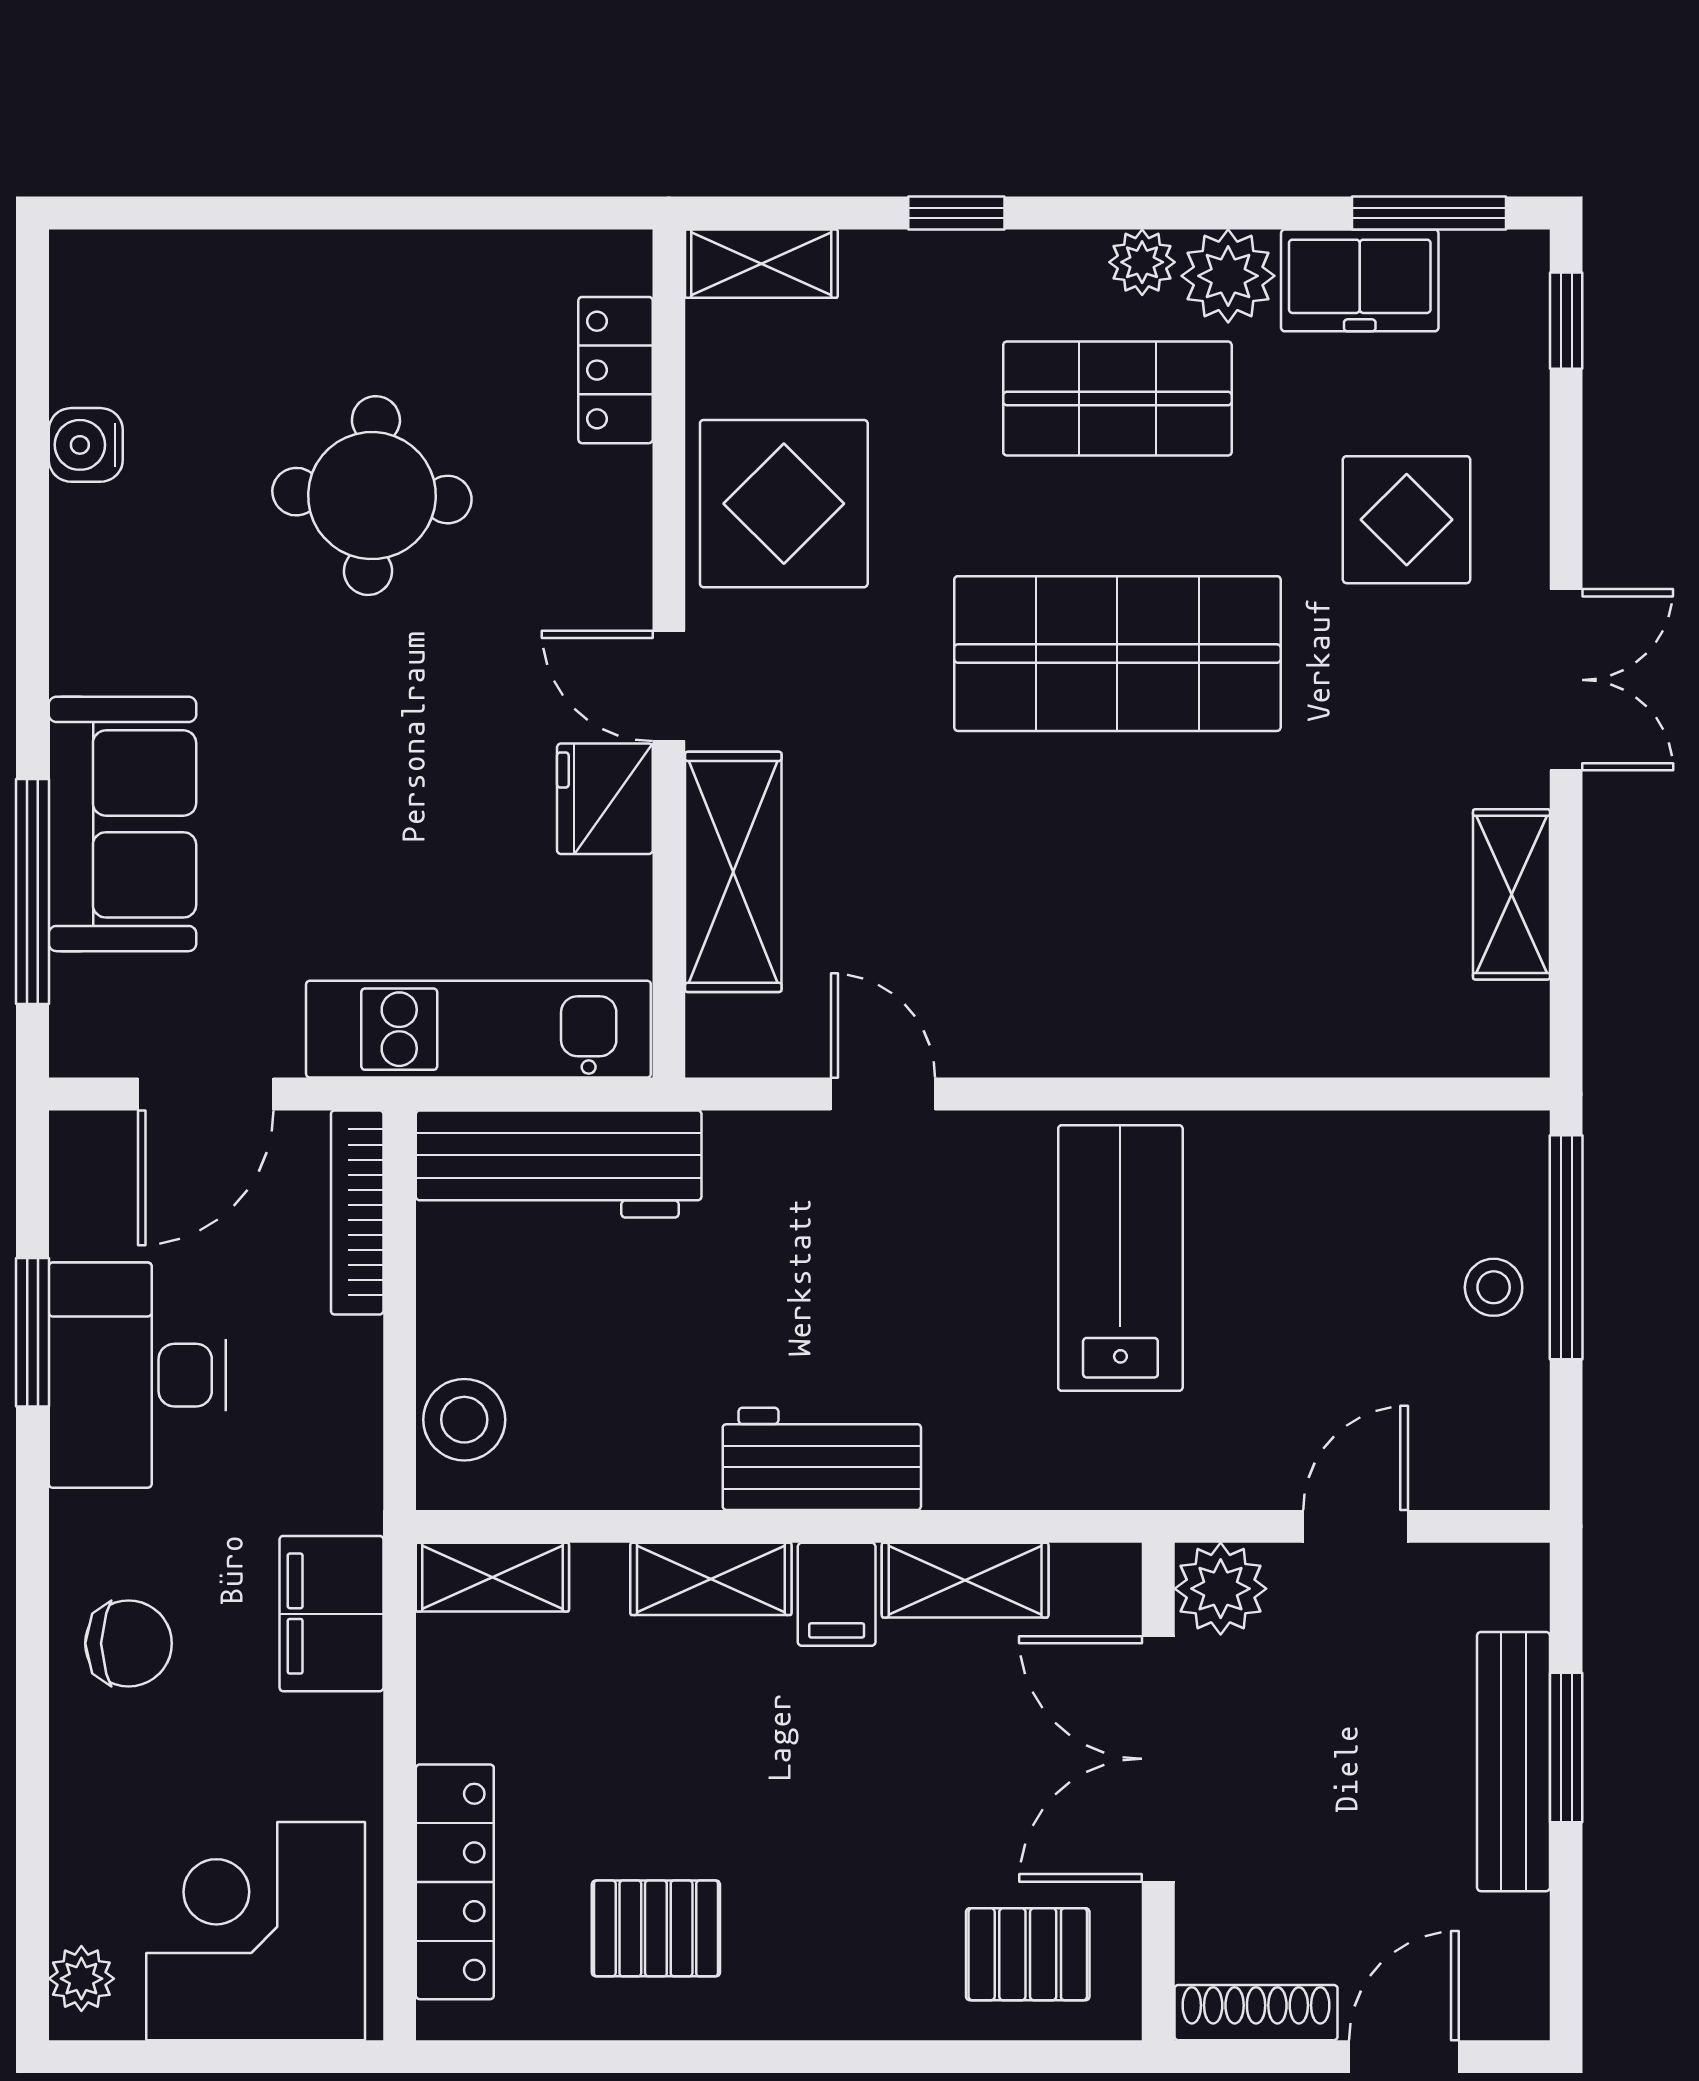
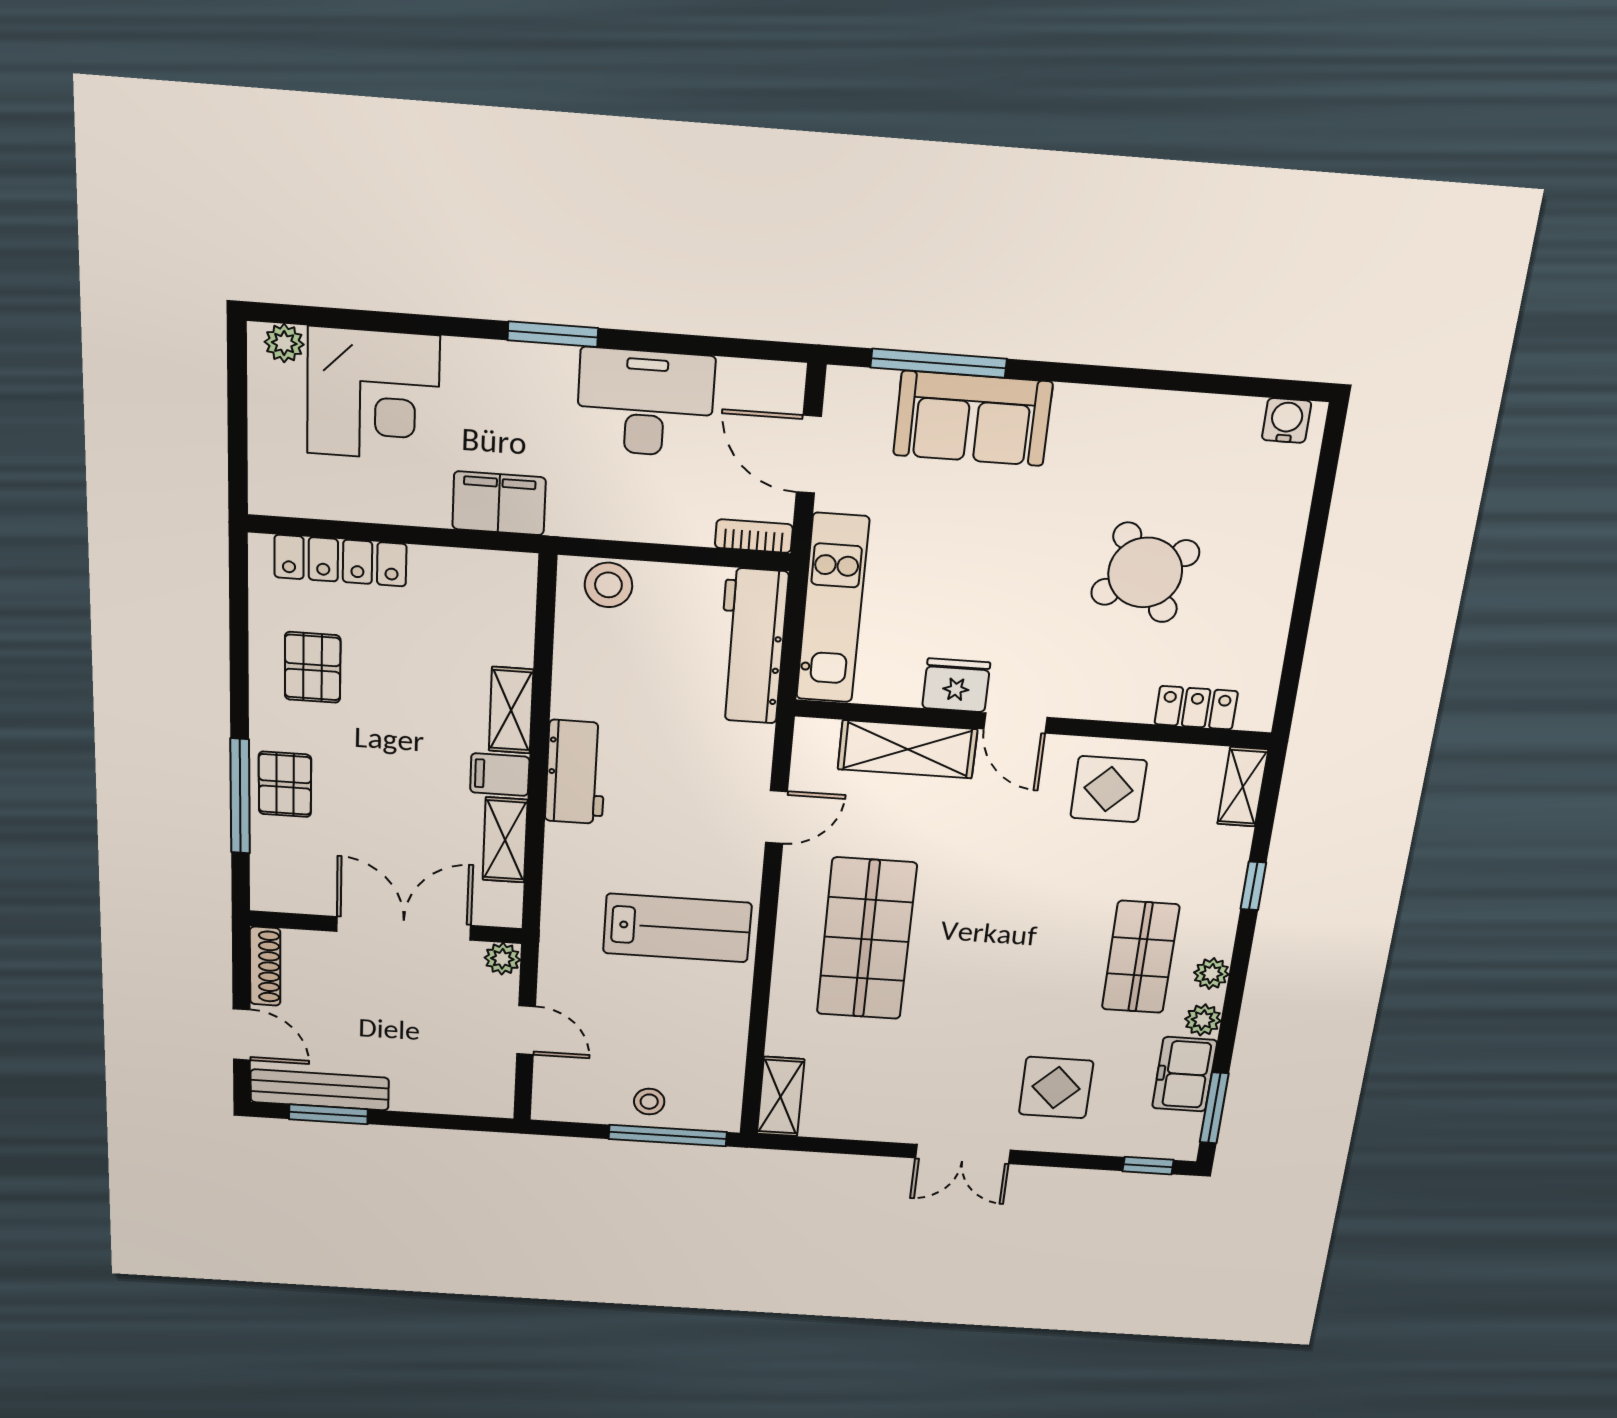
plant: (1228, 276) -> (1203, 1020), width x0.73, depth x0.73
water cooler: (86, 445) -> (1287, 420), moved
round table: (372, 496) -> (1145, 573), turned -35
display table: (784, 504) -> (1109, 789), width x0.73, depth x0.73
shop shelf: (1117, 654) -> (867, 939), moved
door: (669, 686) -> (1015, 723), swing flipped
shelving: (1511, 894) -> (781, 1097), moved, turned 90
bookcase: (357, 1212) -> (754, 536), width x0.64
window: (33, 1332) -> (553, 334), moved
shelving: (492, 1577) -> (517, 594), removed
plant: (1221, 1589) -> (502, 959), width x0.73, depth x0.73
chair: (129, 1643) -> (485, 386), removed
window: (1566, 1747) -> (328, 1114), moved
bench: (1513, 1762) -> (320, 1090), moved
corner desk: (256, 1931) -> (373, 395), moved, turned 90
pallet: (1028, 1954) -> (285, 784), moved
window: (914, 2057) -> (240, 796), added

